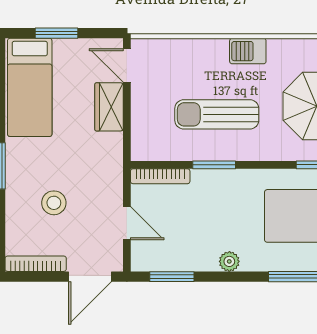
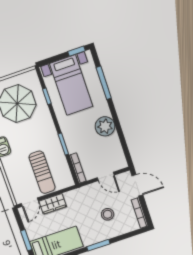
sun lounger: (217, 114) -> (42, 172), moved
door: (127, 223) -> (106, 176), swing flipped
plant: (229, 261) -> (105, 126), width x1.87, depth x1.87
window: (172, 277) -> (124, 146), removed

